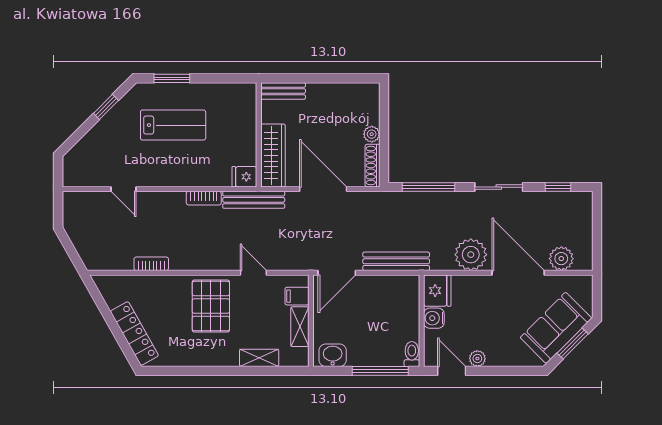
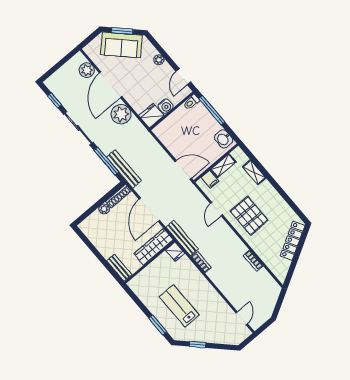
sliding door: (499, 187) -> (78, 128), width x1.37
door: (124, 189) -> (242, 318), moved
bench: (396, 261) -> (124, 169), moved
pallet: (211, 306) -> (249, 216), turned 90
plant: (477, 359) -> (159, 60), moved

